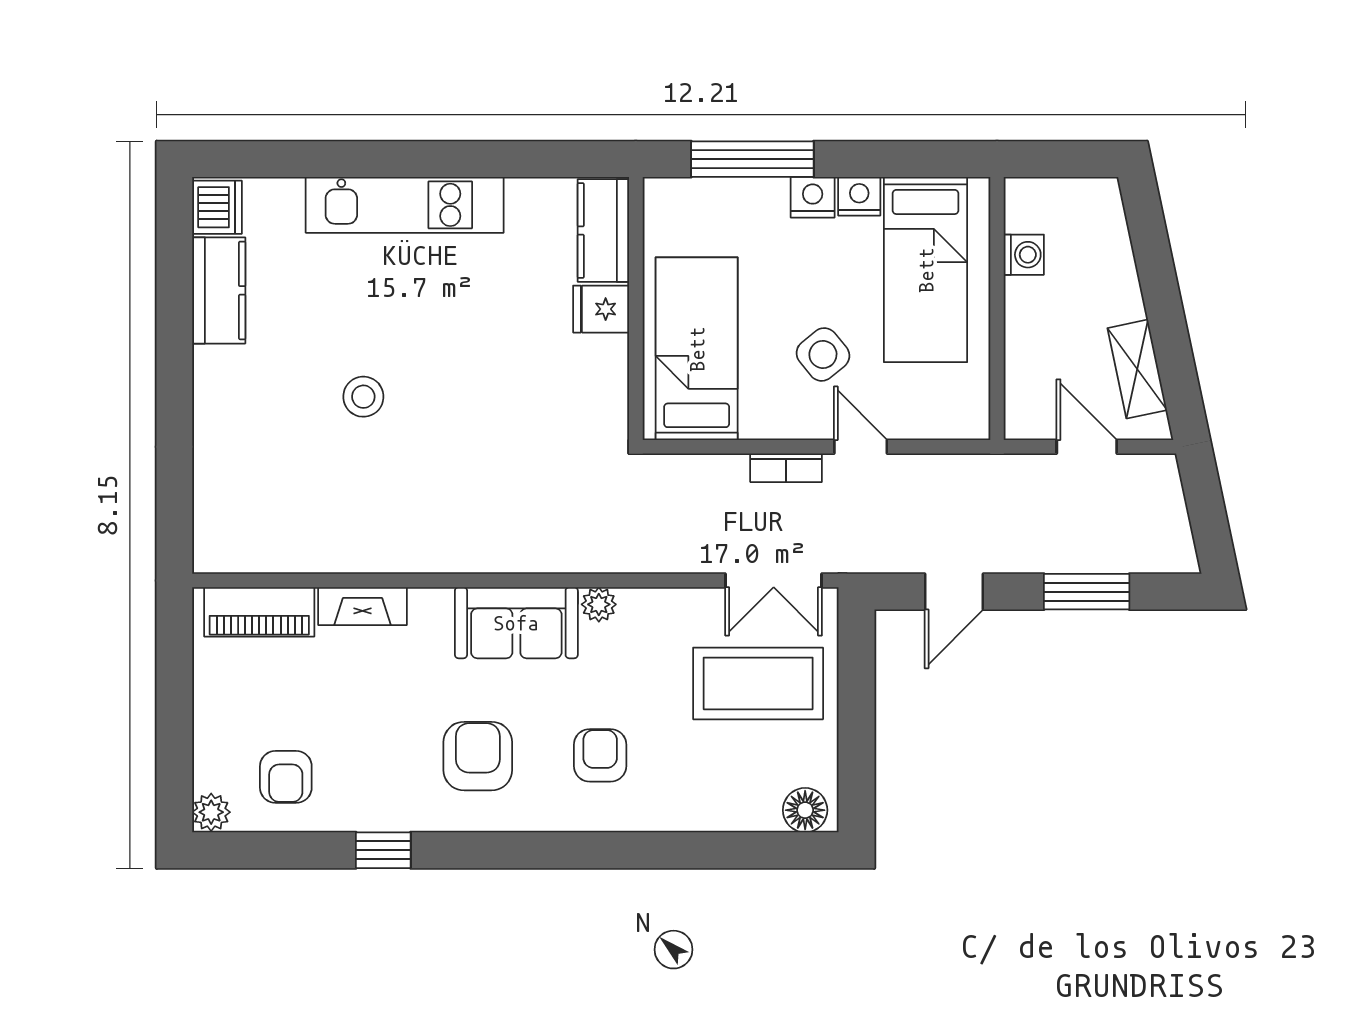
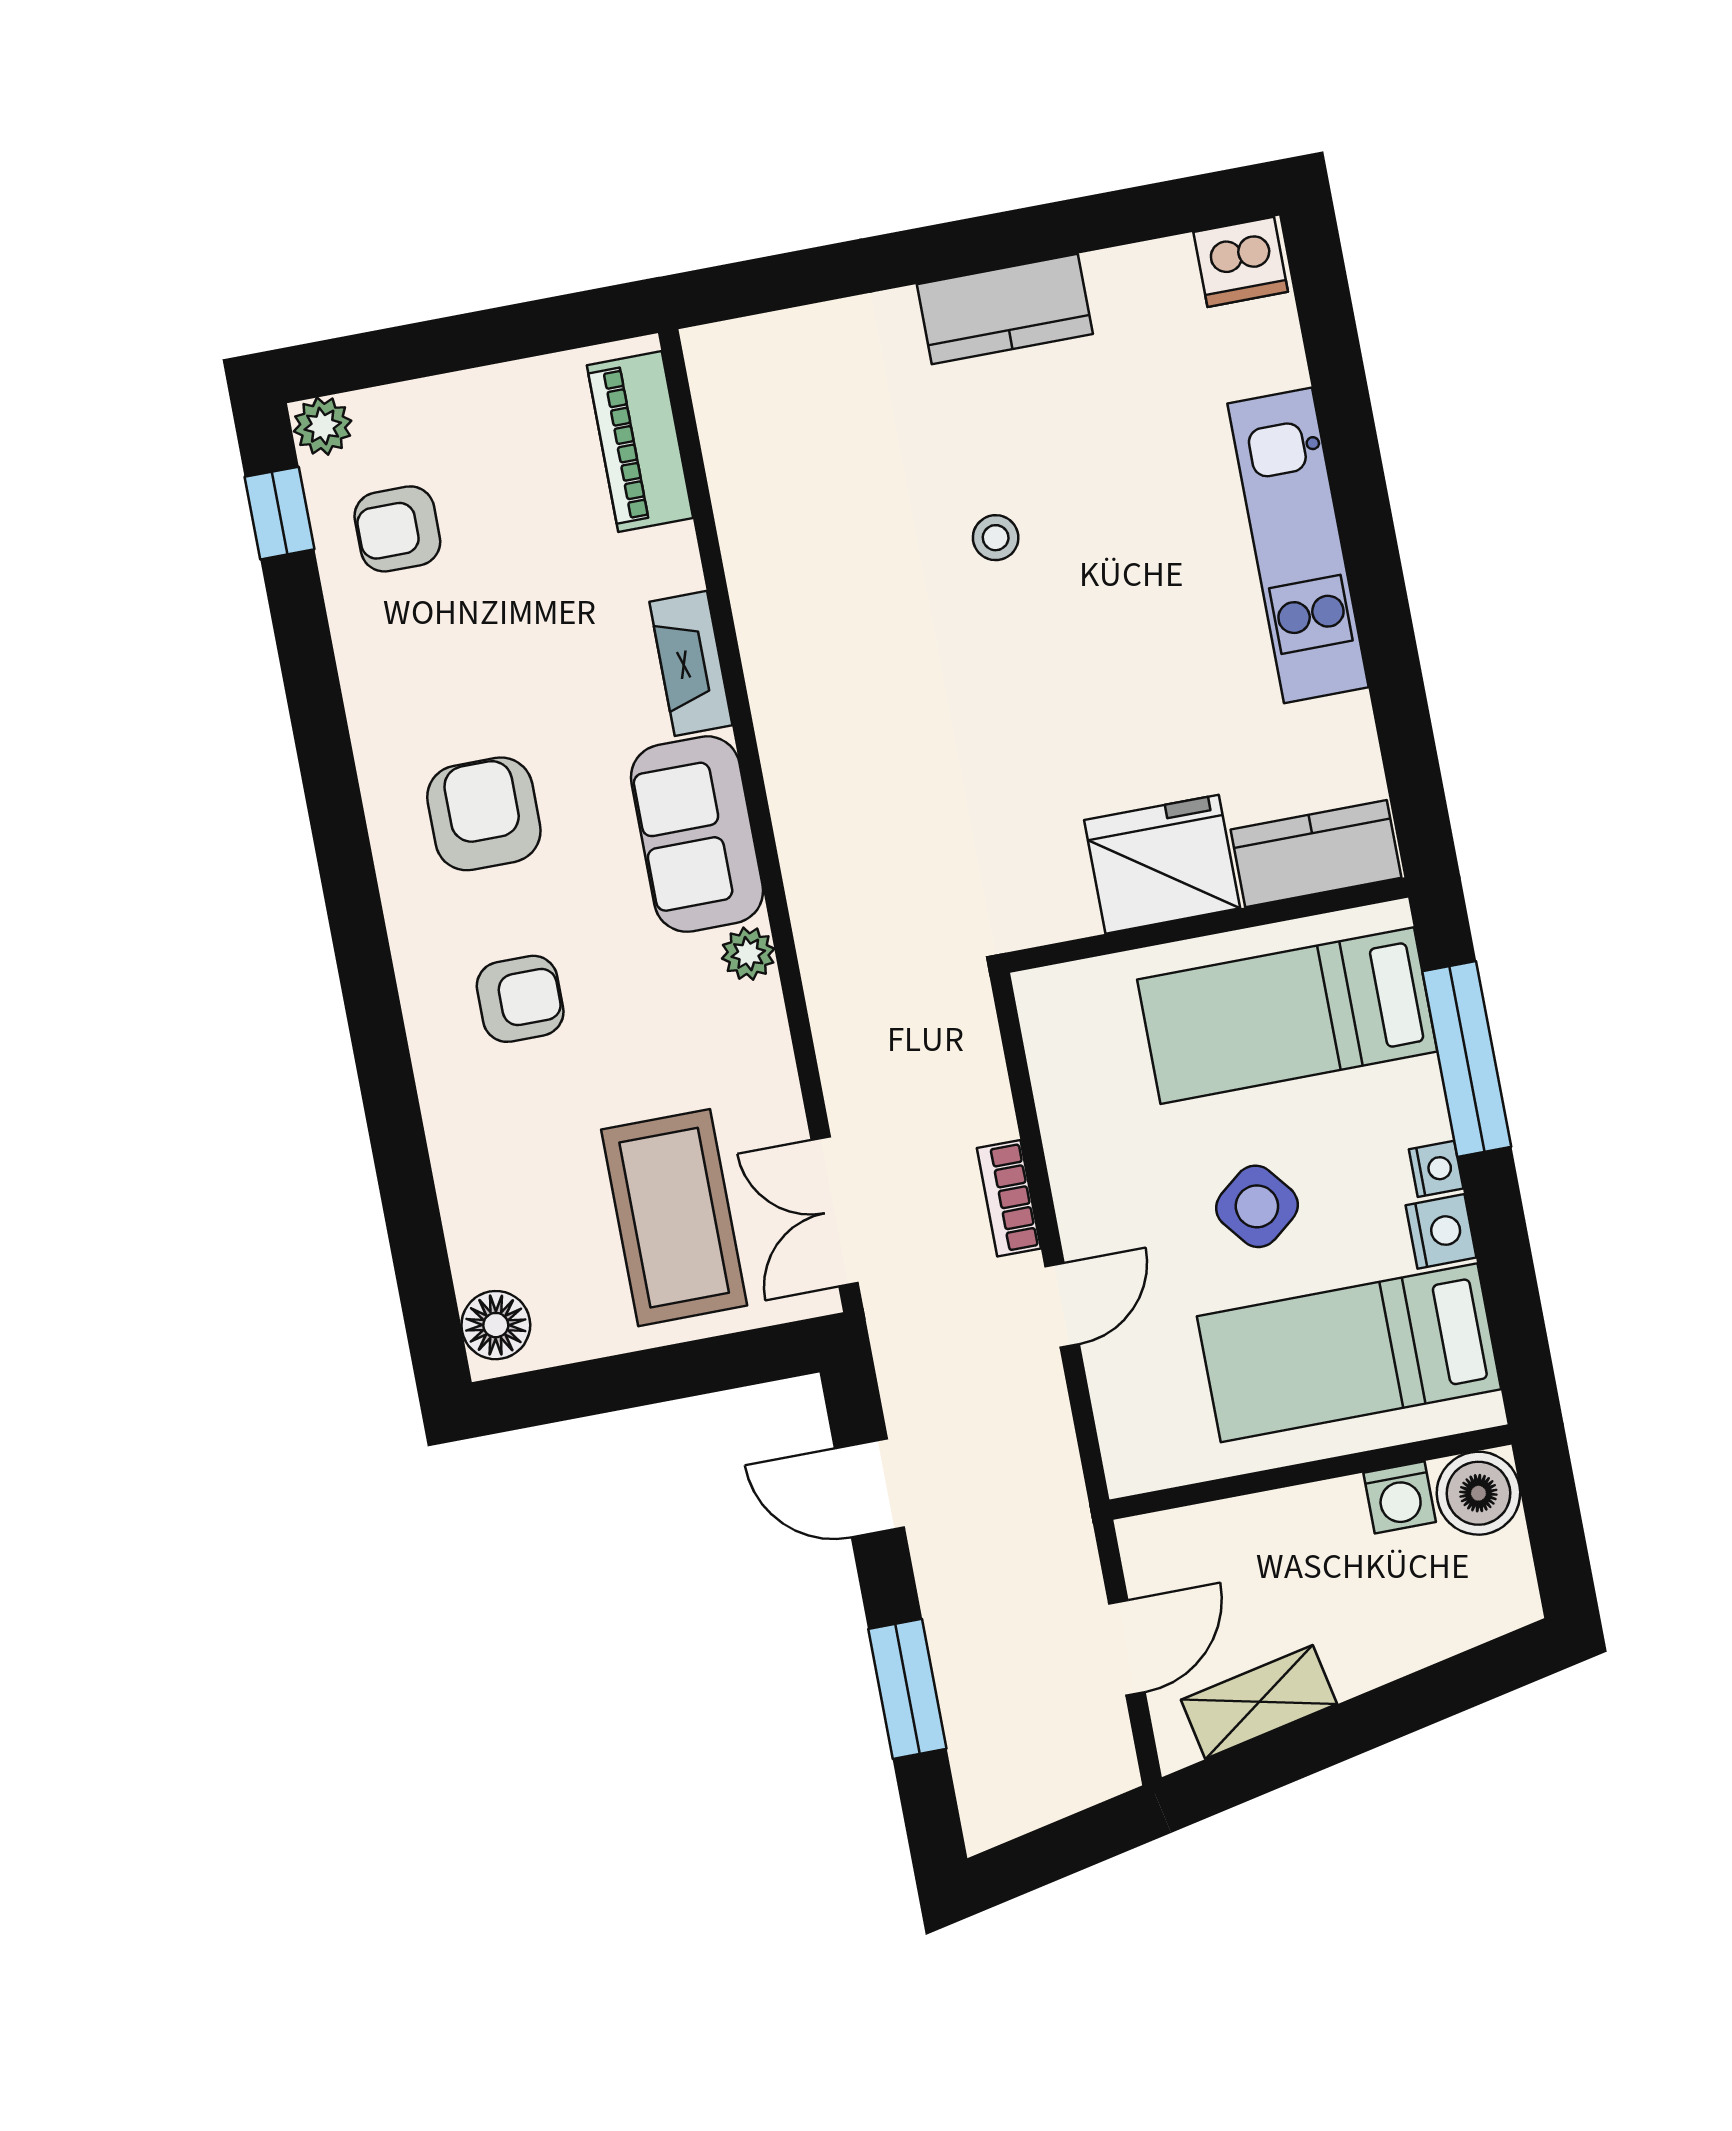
nightstand: (813, 197) -> (1436, 1169), width x0.72, depth x0.74
boiler: (1031, 204) -> (1478, 1493), added
kitchen counter: (219, 290) -> (1005, 309), moved
fridge: (601, 309) -> (1162, 864), width x1.88, depth x1.34
bed: (697, 349) -> (1287, 1016), moved, turned 180
side table: (823, 354) -> (1257, 1206), moved
stool: (363, 397) -> (996, 538), width x0.73, depth x0.73
fireplace: (362, 606) -> (691, 663), moved
armchair: (478, 756) -> (484, 814), turned -90
window: (383, 850) -> (280, 513), moved

